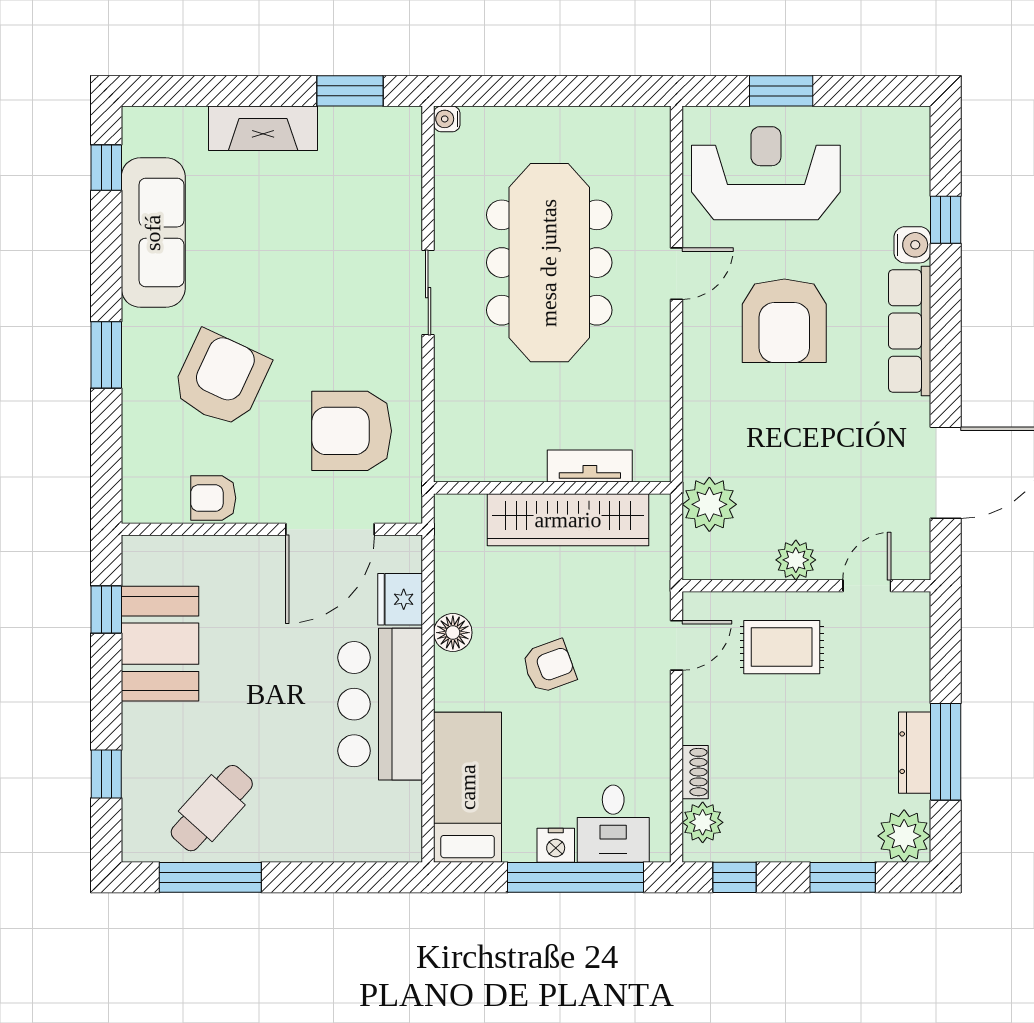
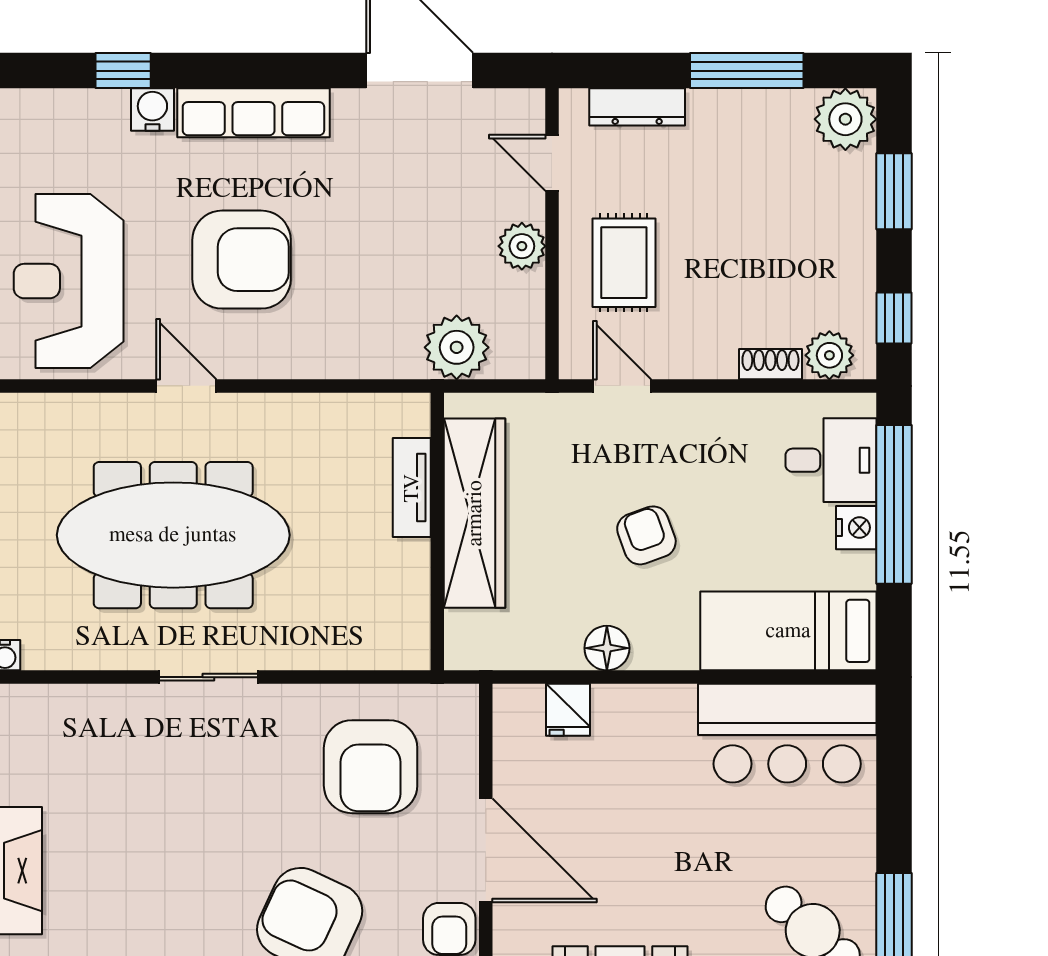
door: (330, 529) -> (486, 850), moved
fridge: (400, 599) -> (568, 710), width x0.72
bar counter: (380, 704) -> (787, 733), moved
dresser: (915, 753) -> (637, 107), moved

